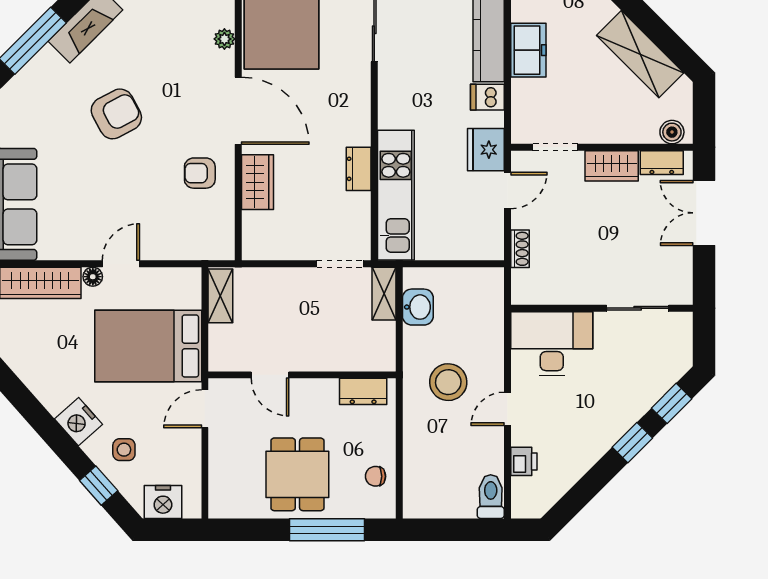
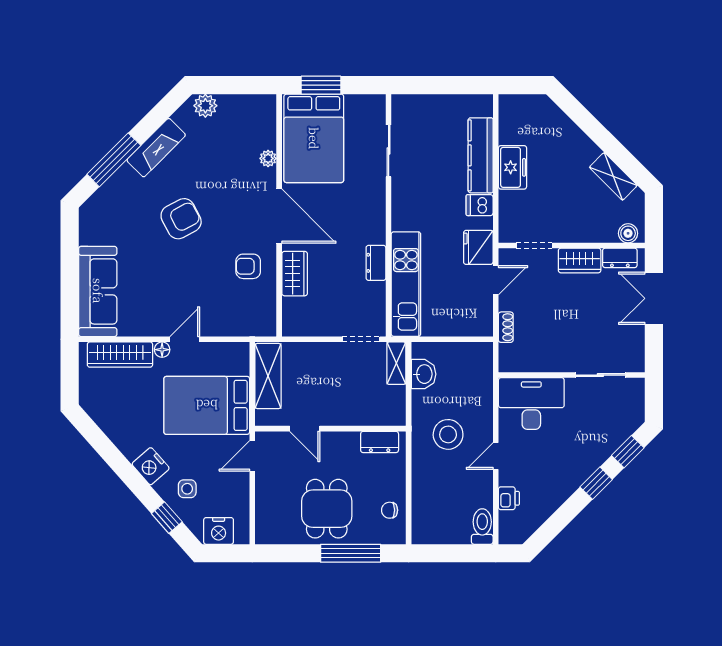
shelving: (640, 54) -> (613, 176), width x0.67, depth x0.75
shelving: (220, 296) -> (268, 376), width x1.50, depth x1.33

